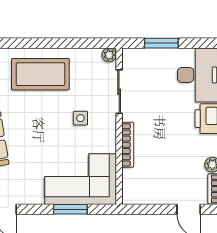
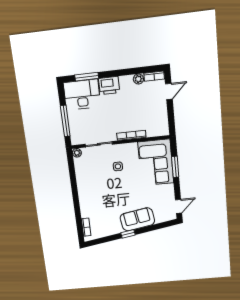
window: (161, 43) -> (65, 121), width x1.44
coffee table: (40, 74) -> (94, 193), removed

